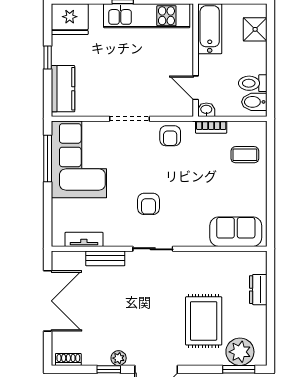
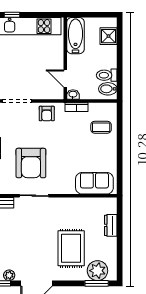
armchair: (148, 204) -> (31, 163), width x1.88, depth x1.88

